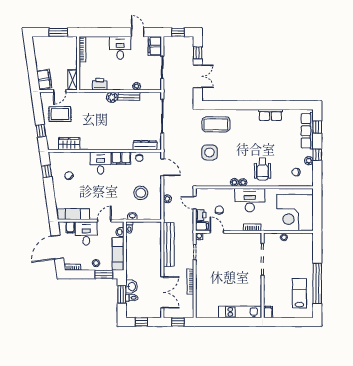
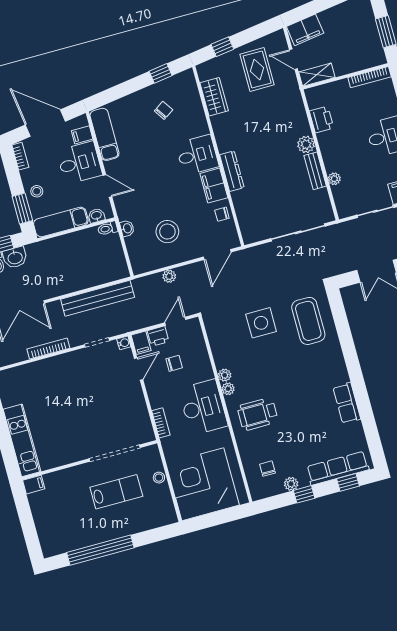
dresser: (145, 145) -> (232, 171), moved
lab bench: (299, 293) -> (116, 492), moved

